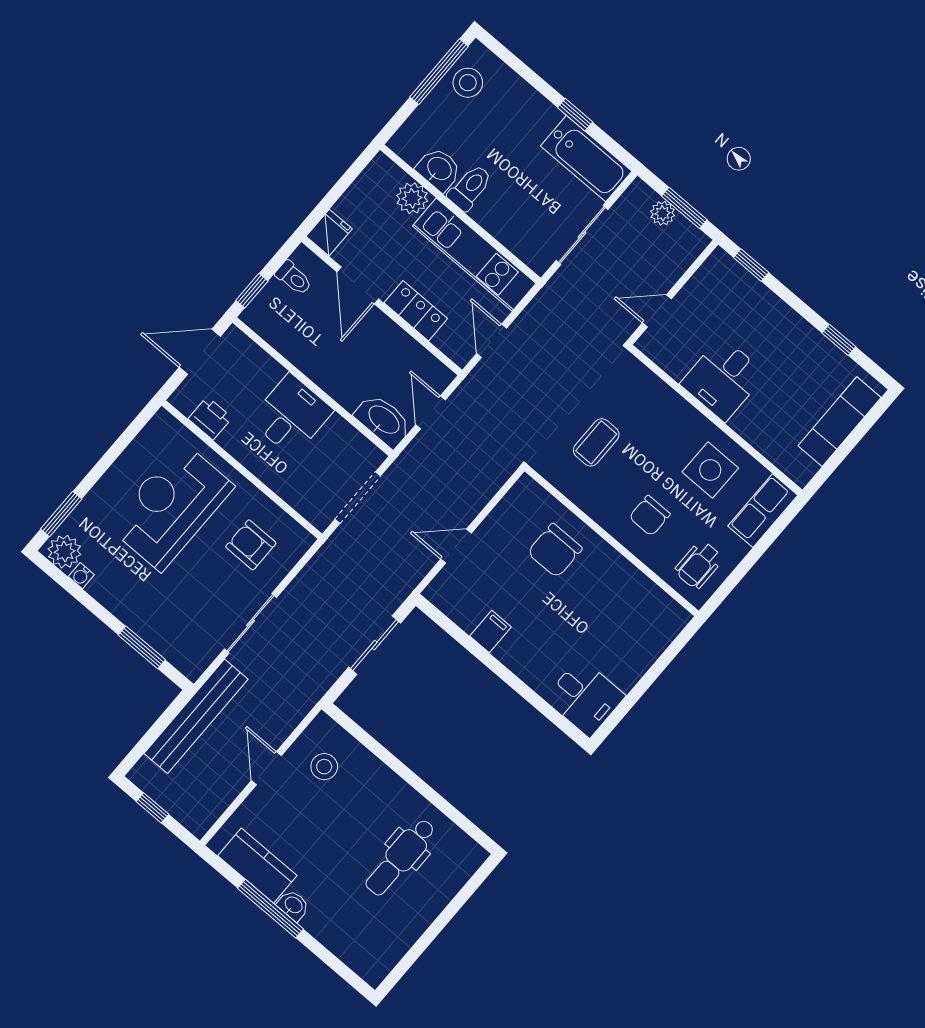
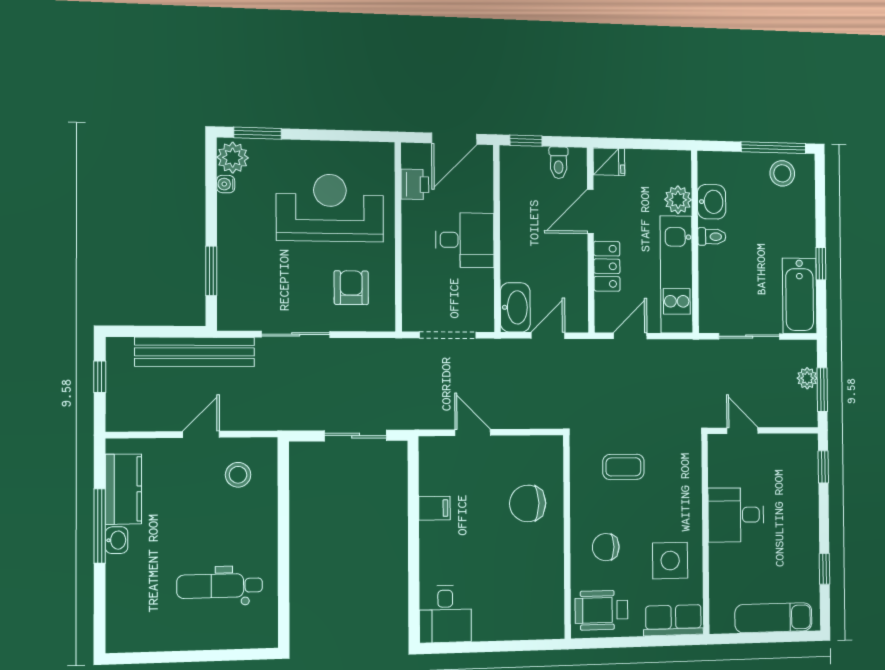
toilet: (470, 188) -> (712, 237), width x0.73, depth x0.72
door: (200, 352) -> (454, 139), swing flipped
wheelchair: (699, 565) -> (601, 610), width x1.36, depth x1.37

